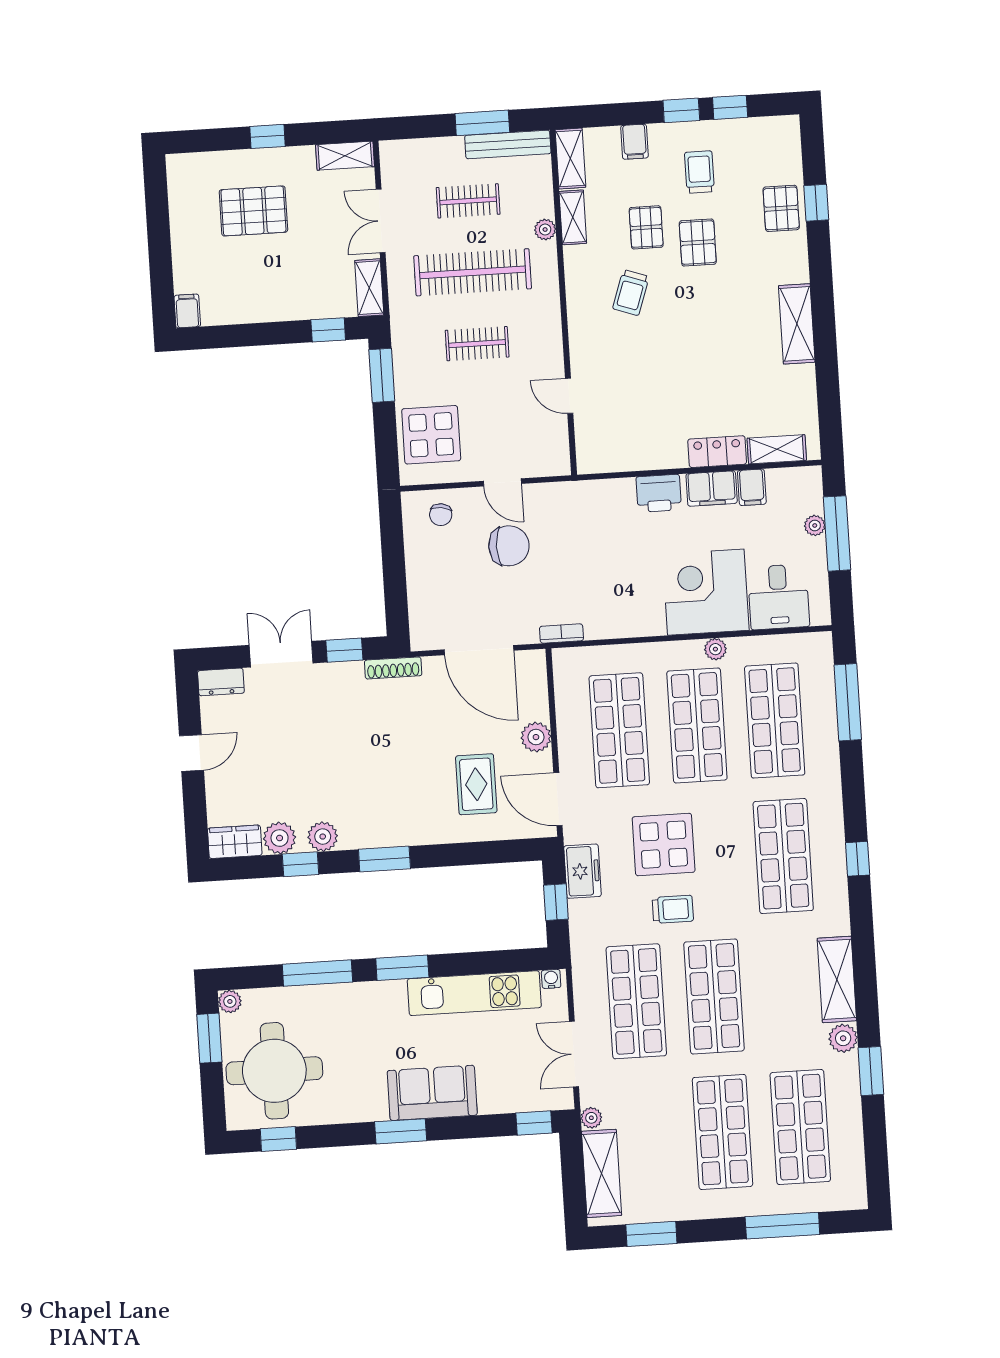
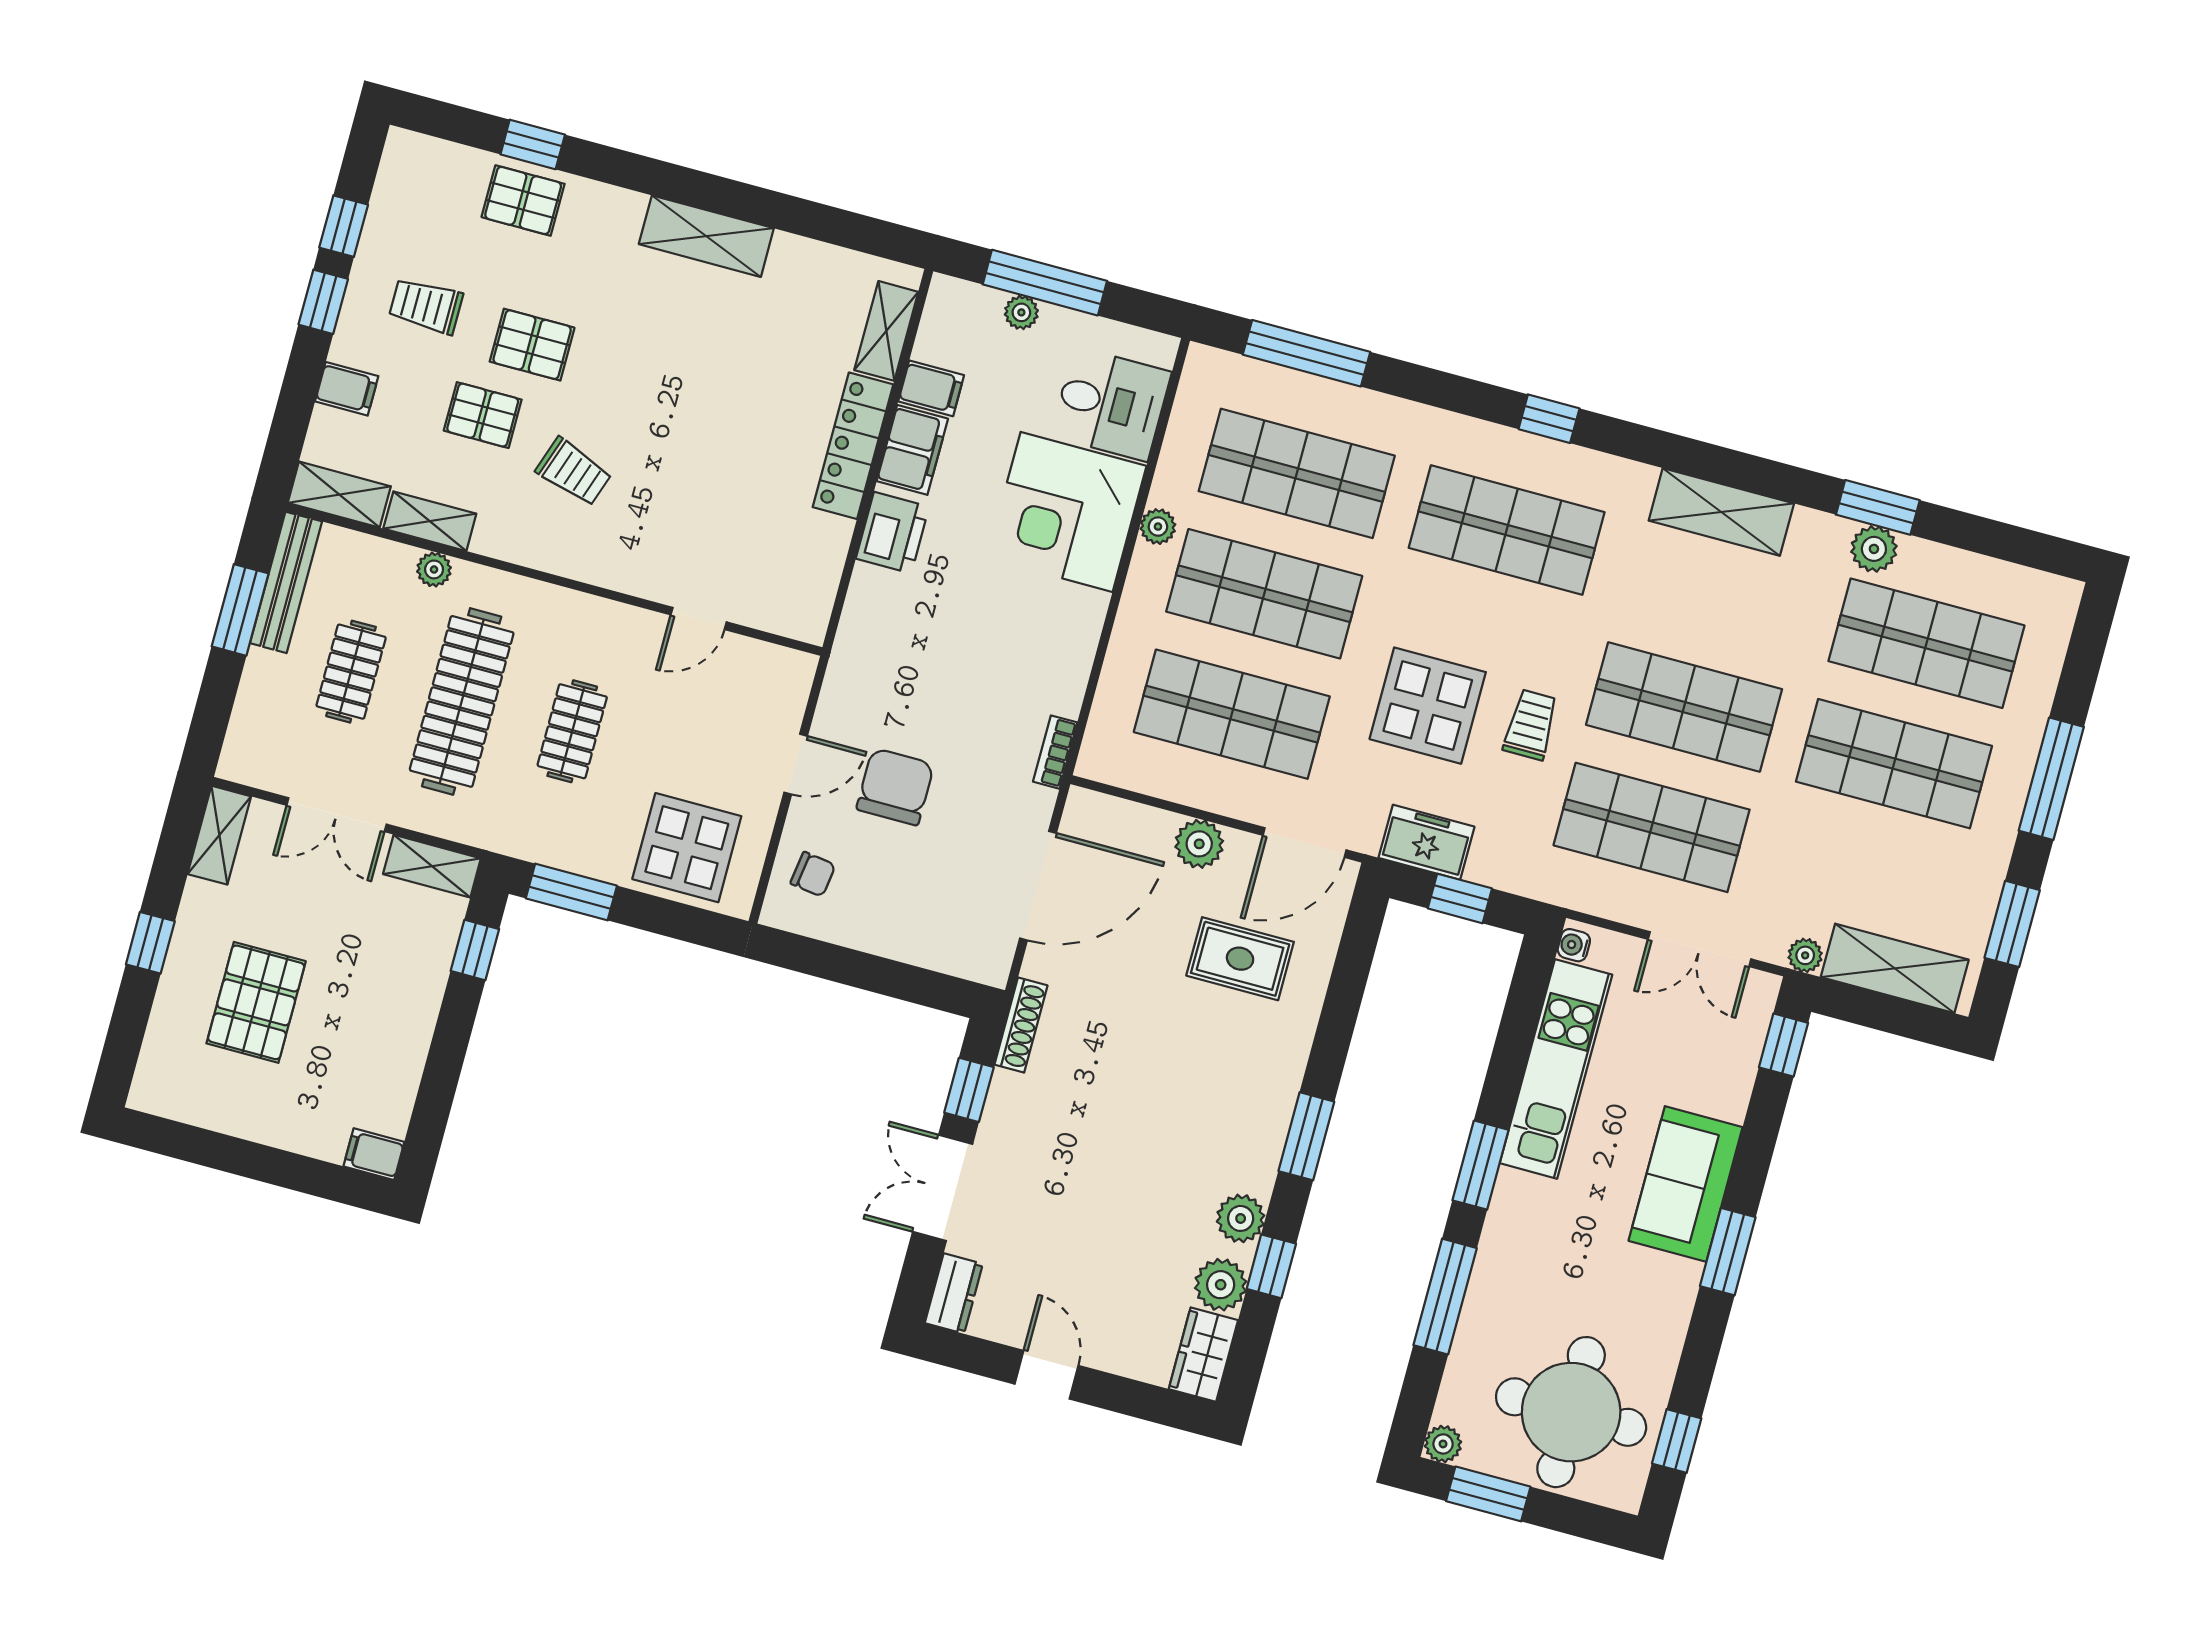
locker: (717, 452) -> (853, 446), width x1.53
plant: (843, 1038) -> (1874, 549), moved
window: (782, 1226) -> (2051, 779), moved

